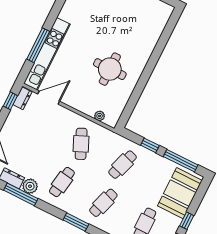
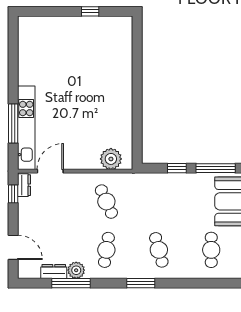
round table: (110, 69) -> (98, 111), removed
plant: (100, 116) -> (111, 159), width x1.87, depth x1.87
cafe table: (123, 165) -> (159, 202), removed
cafe table: (103, 203) -> (159, 250), turned -33

